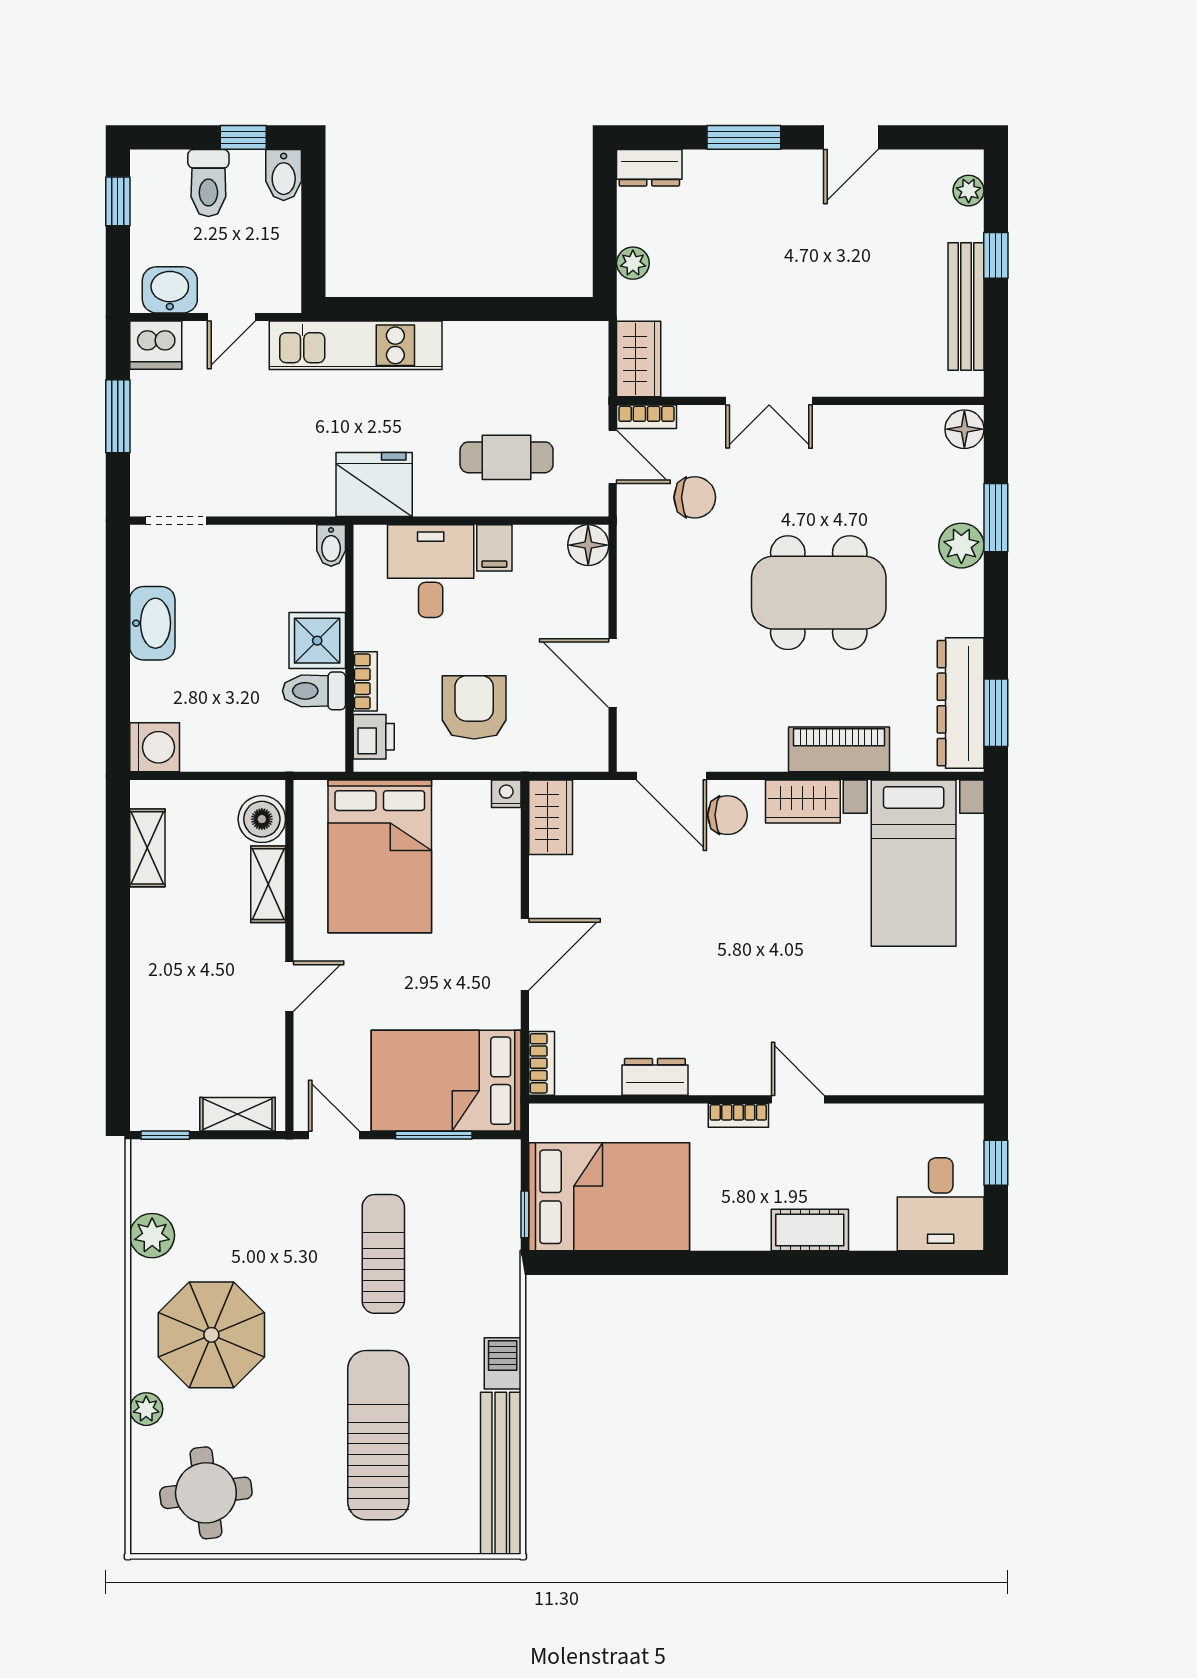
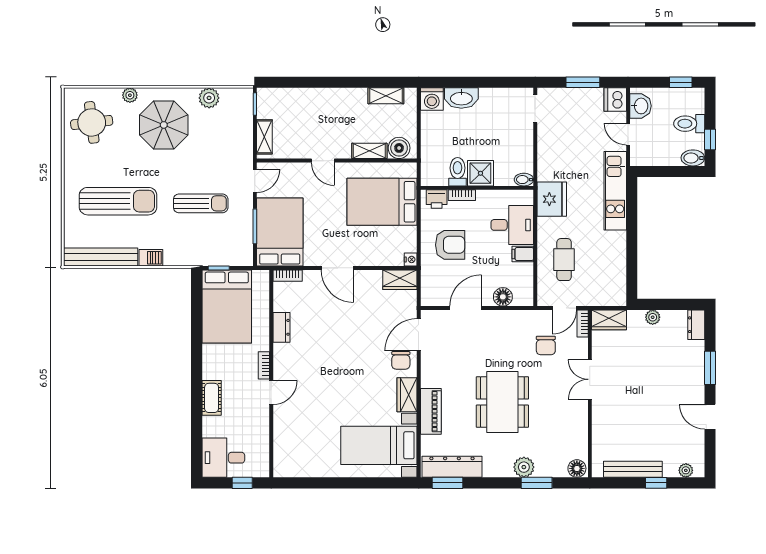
floor lamp: (588, 545) -> (503, 297), moved
washbasin: (152, 623) -> (461, 98), moved

